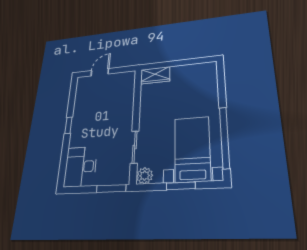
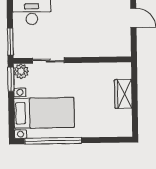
wardrobe: (155, 75) -> (123, 94), moved
window: (181, 186) -> (11, 79), moved

